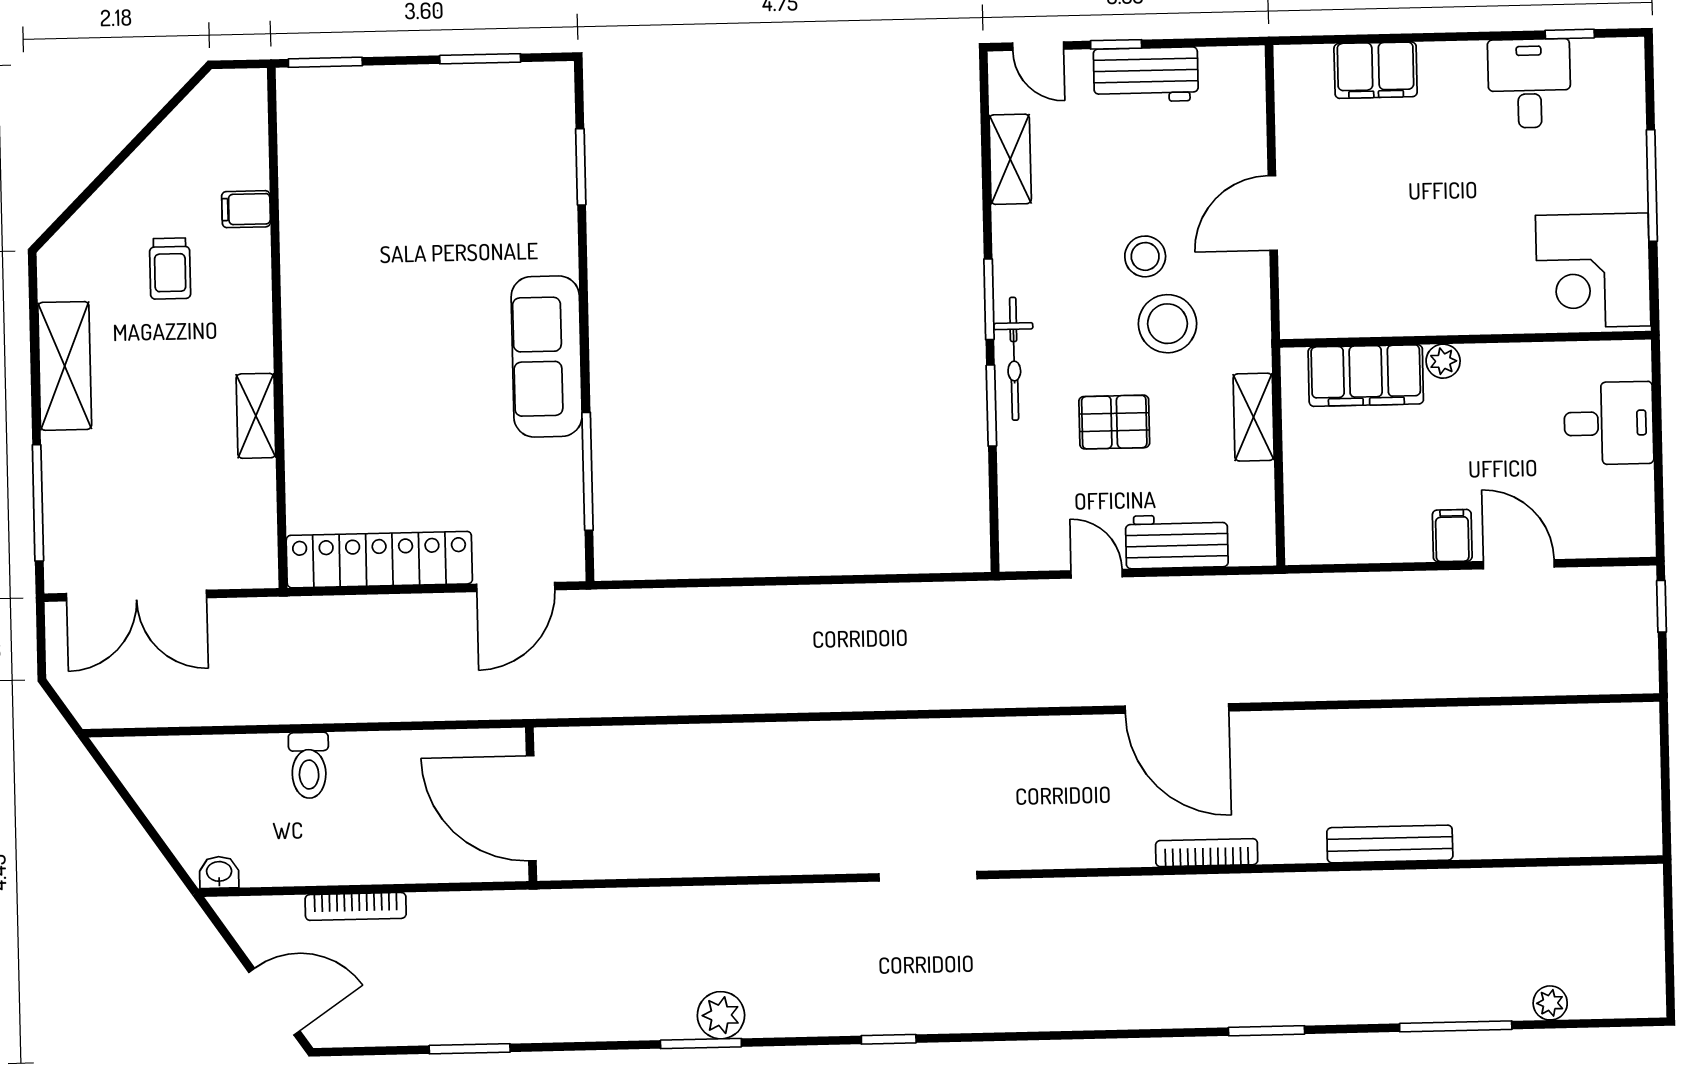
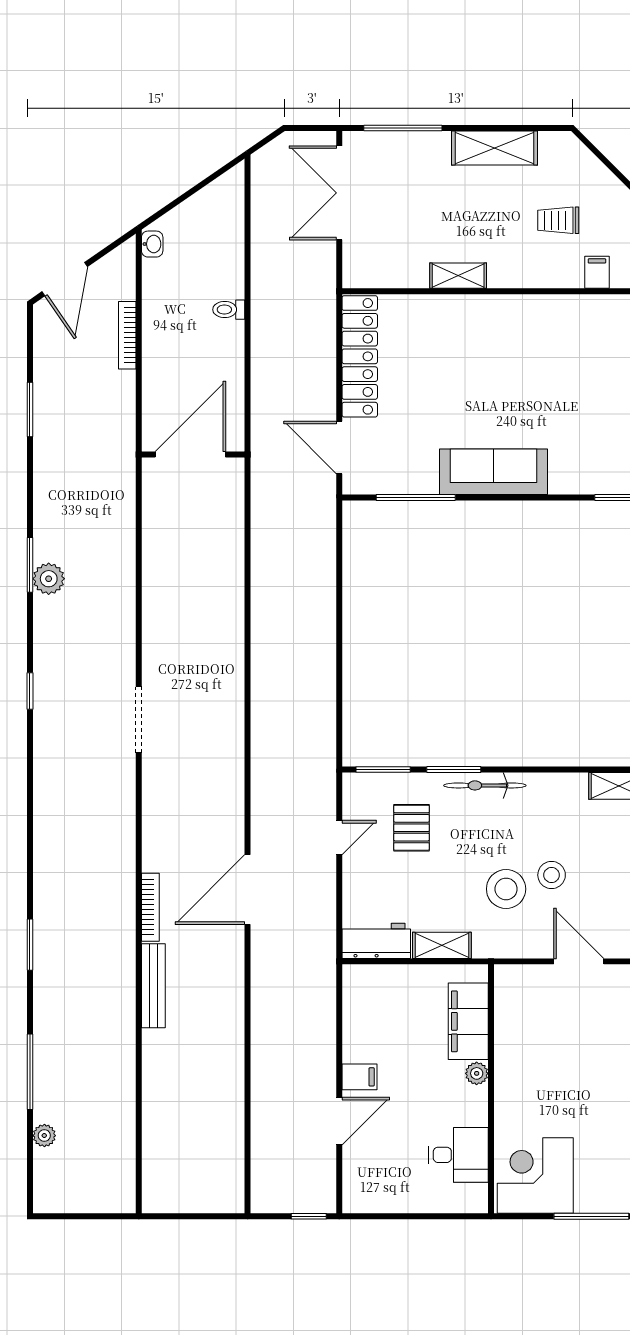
window: (989, 299) -> (383, 770), moved
pallet: (1114, 422) -> (412, 828), moved
desk: (1609, 423) -> (458, 1155), moved, turned -90
workbench: (1177, 541) -> (376, 941), moved, turned -90
toilet: (309, 765) -> (229, 310), width x0.73, depth x0.72
bench: (1390, 844) -> (153, 986), moved

